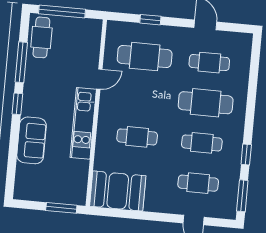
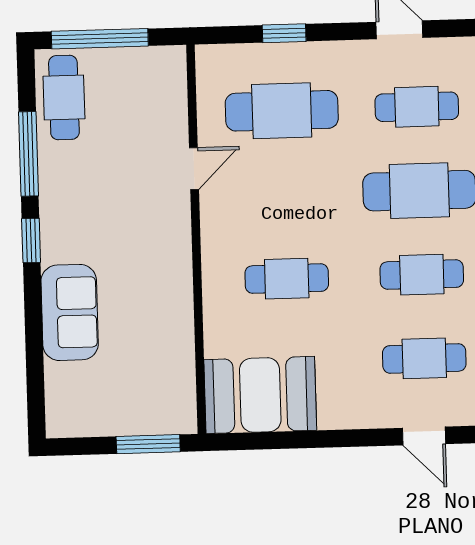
kitchen unit: (83, 123) -> (172, 264), removed

